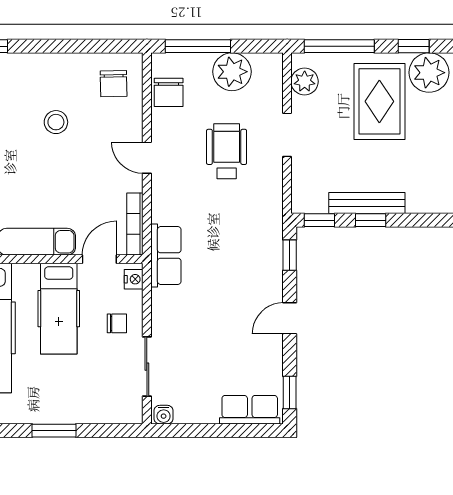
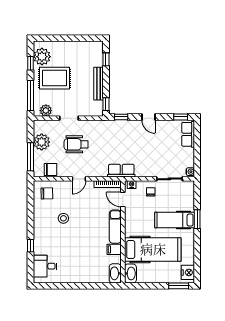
window: (371, 220) -> (106, 59), moved
hospital bed: (59, 309) -> (175, 220), moved, turned 180

